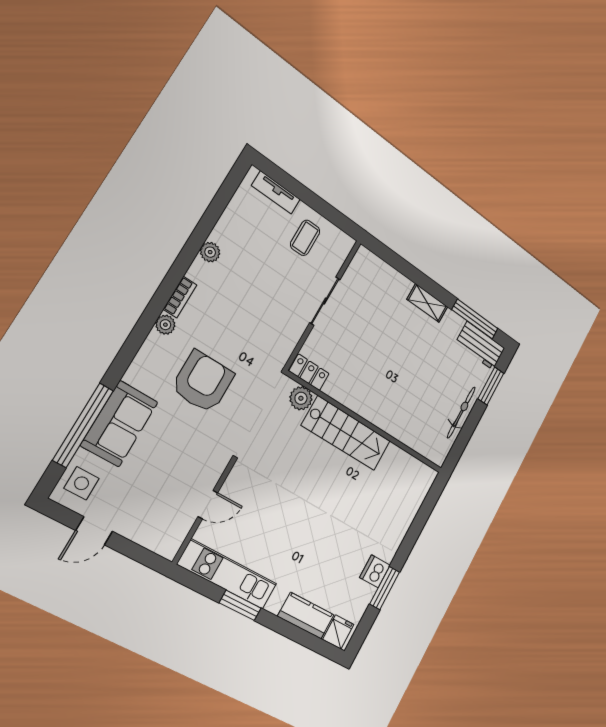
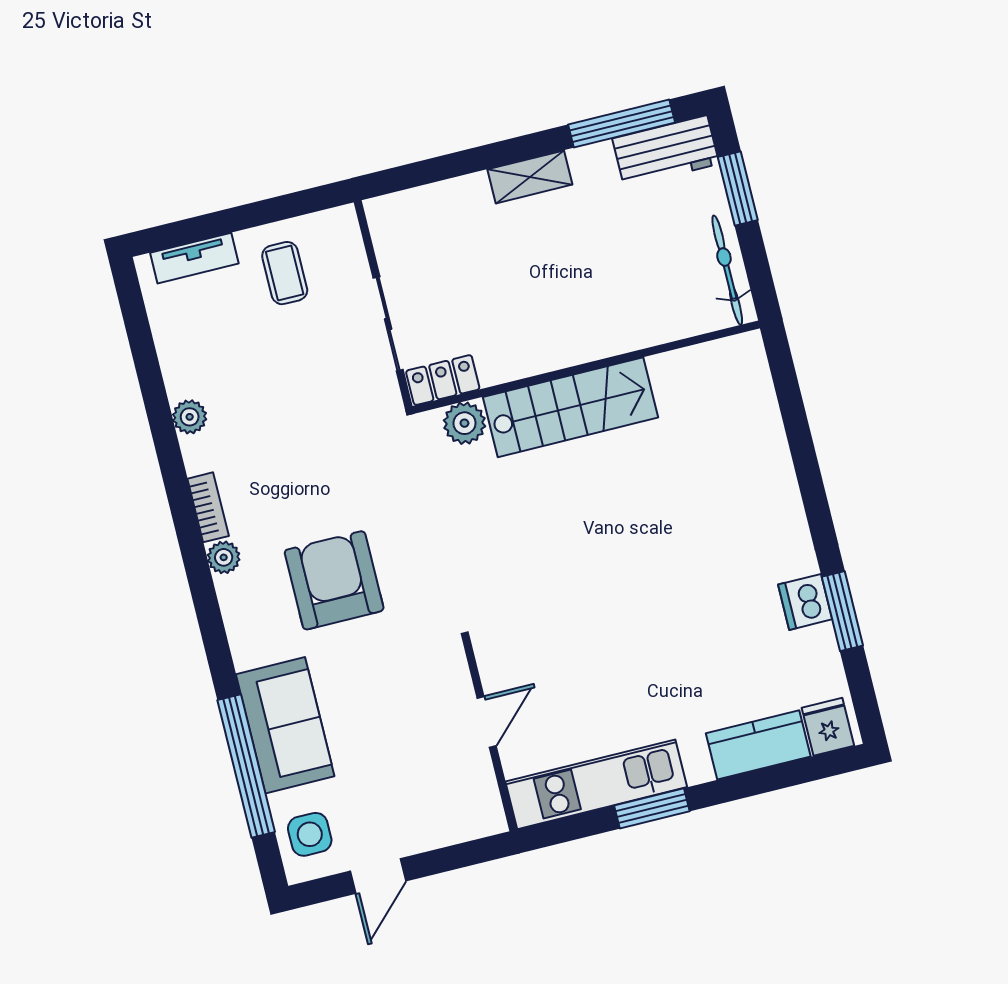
locker: (309, 372) -> (443, 380), moved
plant: (301, 398) -> (464, 423), moved
wall: (366, 423) -> (586, 367), moved
stairs: (346, 433) -> (571, 407), moved

